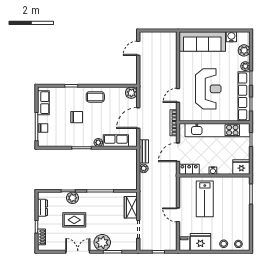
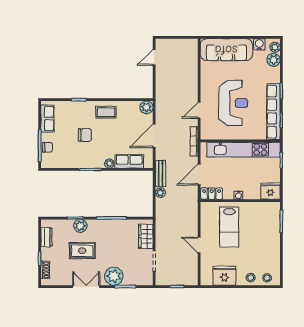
plant: (245, 66) -> (275, 47), moved
filing cabinet: (184, 244) -> (206, 277), removed

